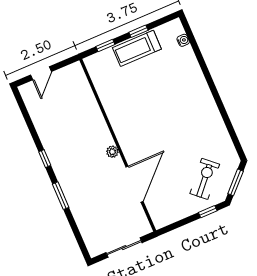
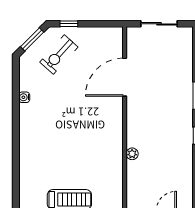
water cooler: (183, 40) -> (24, 97), moved
plant: (112, 152) -> (132, 154), moved

